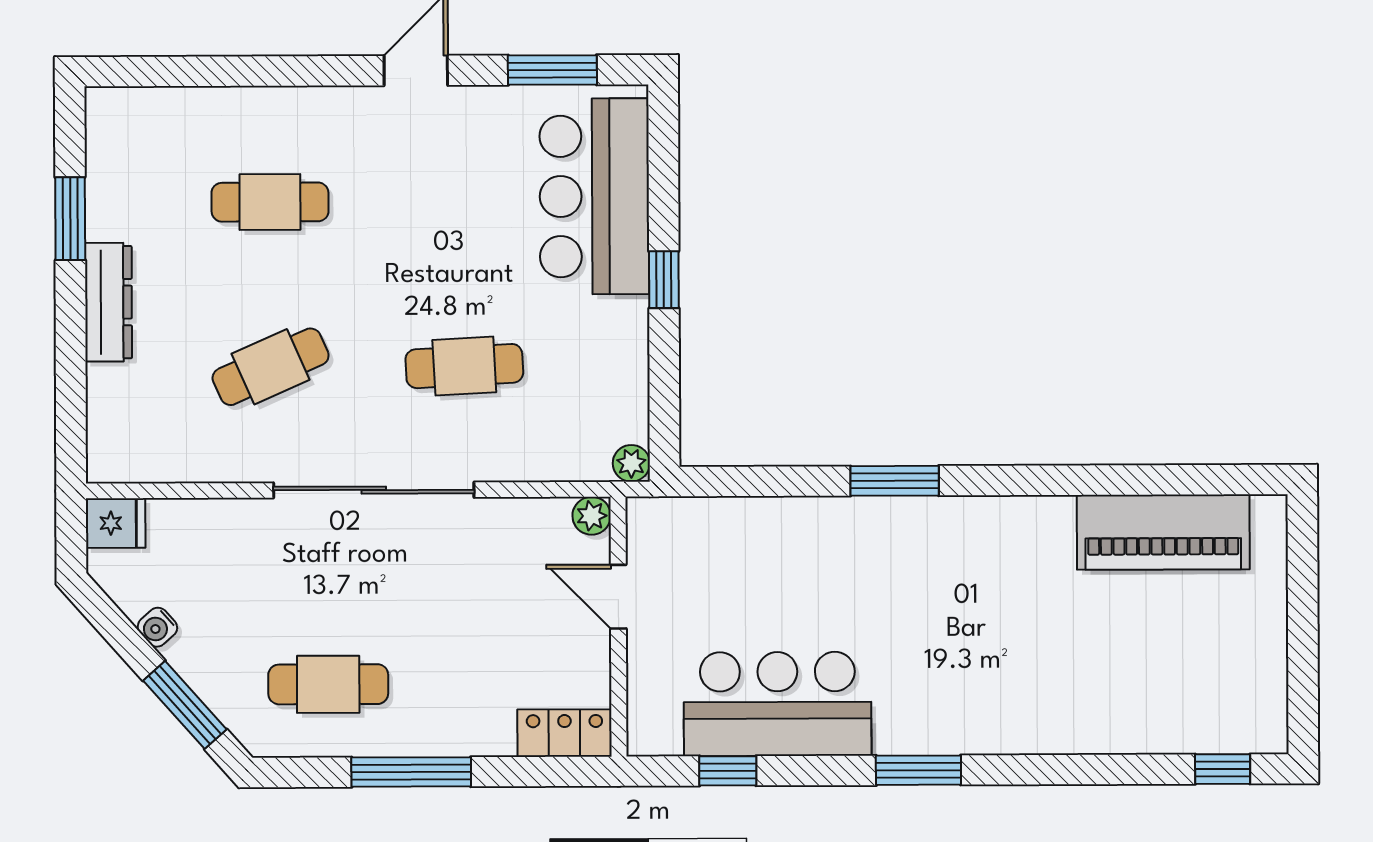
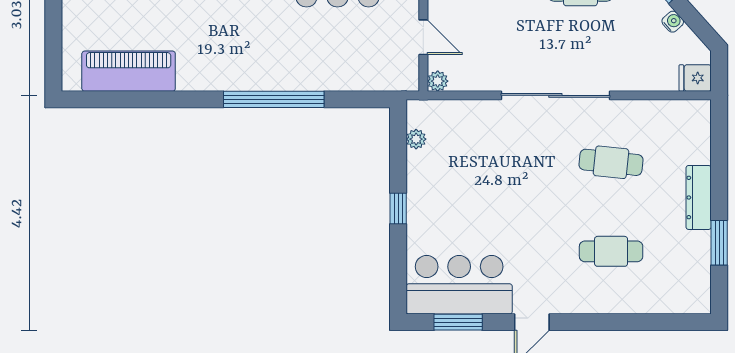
bar counter: (594, 196) -> (459, 285), moved, turned -90
cafe table: (464, 366) -> (506, 162), removed
cafe table: (271, 367) -> (611, 162), turned 30
plant: (631, 463) -> (416, 139), moved
window: (895, 481) -> (274, 99), width x2.11

